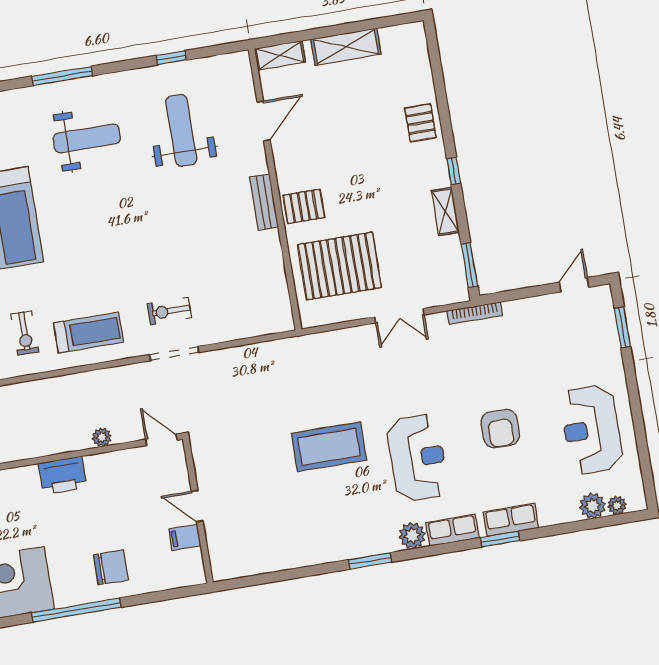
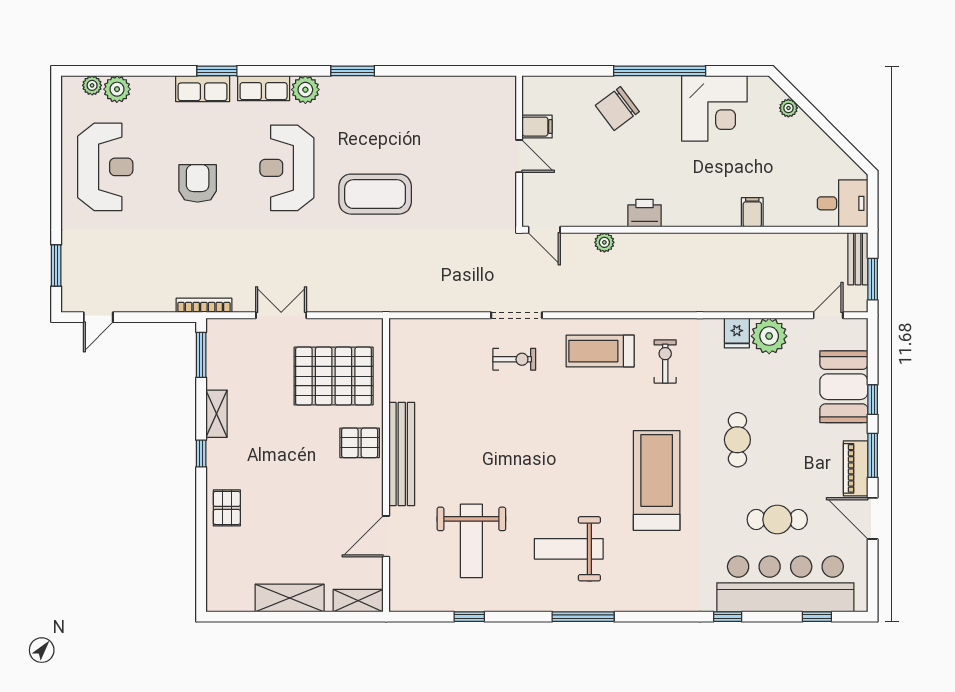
bench: (264, 202) -> (402, 454), width x1.86, depth x1.21
printer: (63, 475) -> (645, 213), width x0.73, depth x0.84
chair: (111, 567) -> (617, 109), turned -37

